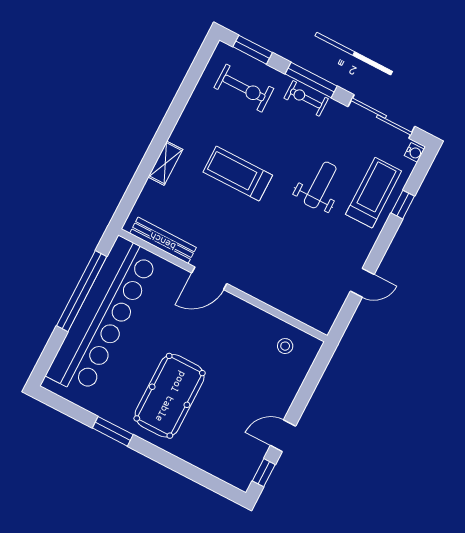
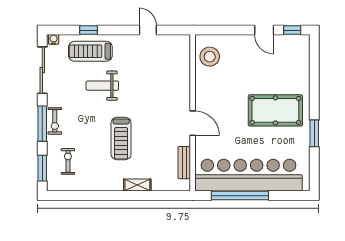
exercise bike: (244, 88) -> (68, 161), width x0.73, depth x0.72
bench: (163, 240) -> (184, 163), width x0.73
stool: (285, 346) -> (210, 57), width x1.89, depth x1.89

